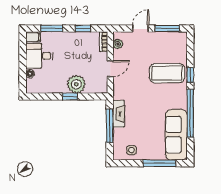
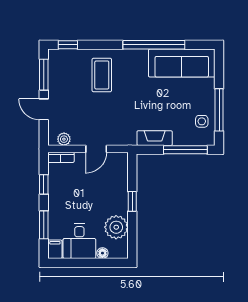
door: (110, 69) -> (96, 149), swing flipped
coffee table: (167, 73) -> (102, 75), width x0.73, depth x0.76
window: (190, 75) -> (68, 45), moved
plant: (76, 84) -> (116, 227), moved
window: (110, 126) -> (185, 150), moved
window: (159, 163) -> (219, 110), moved

